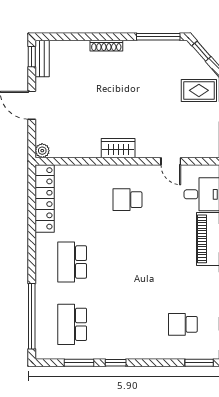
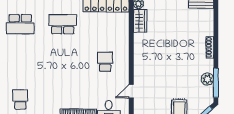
plant: (153, 49) -> (207, 79), added
wardrobe: (118, 148) -> (140, 21), moved
school desk: (72, 324) -> (20, 24), turned 180

